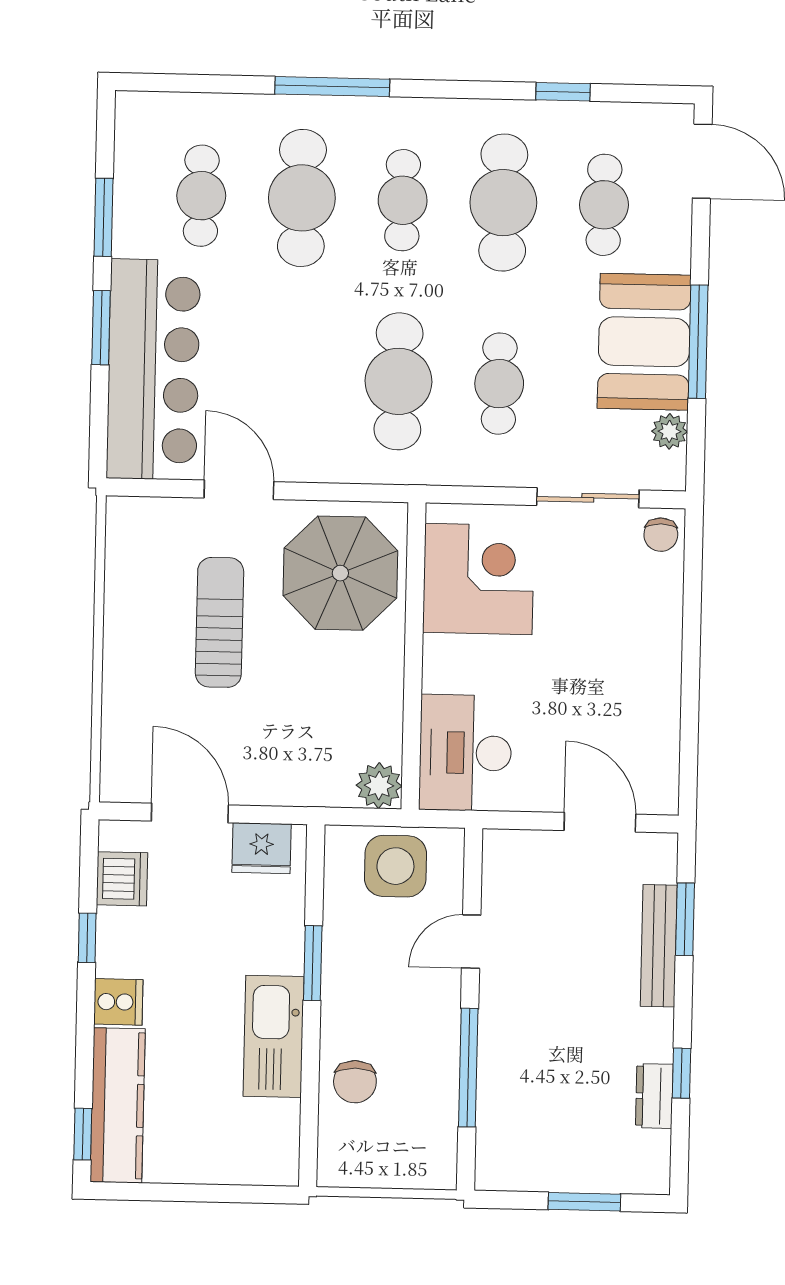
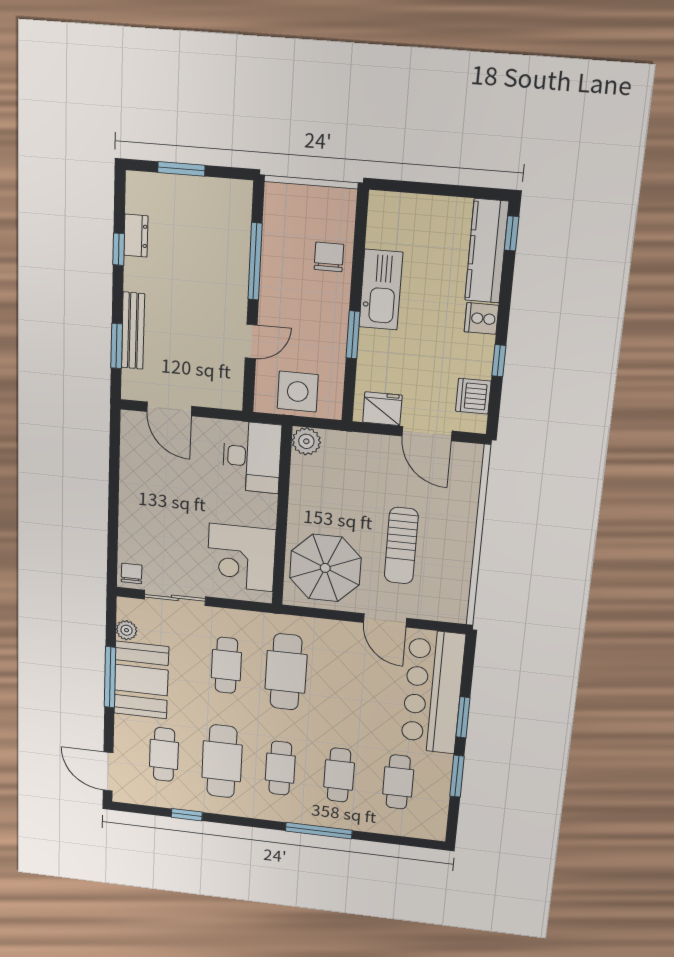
cafe table: (302, 198) -> (339, 775), width x0.73, depth x0.74

